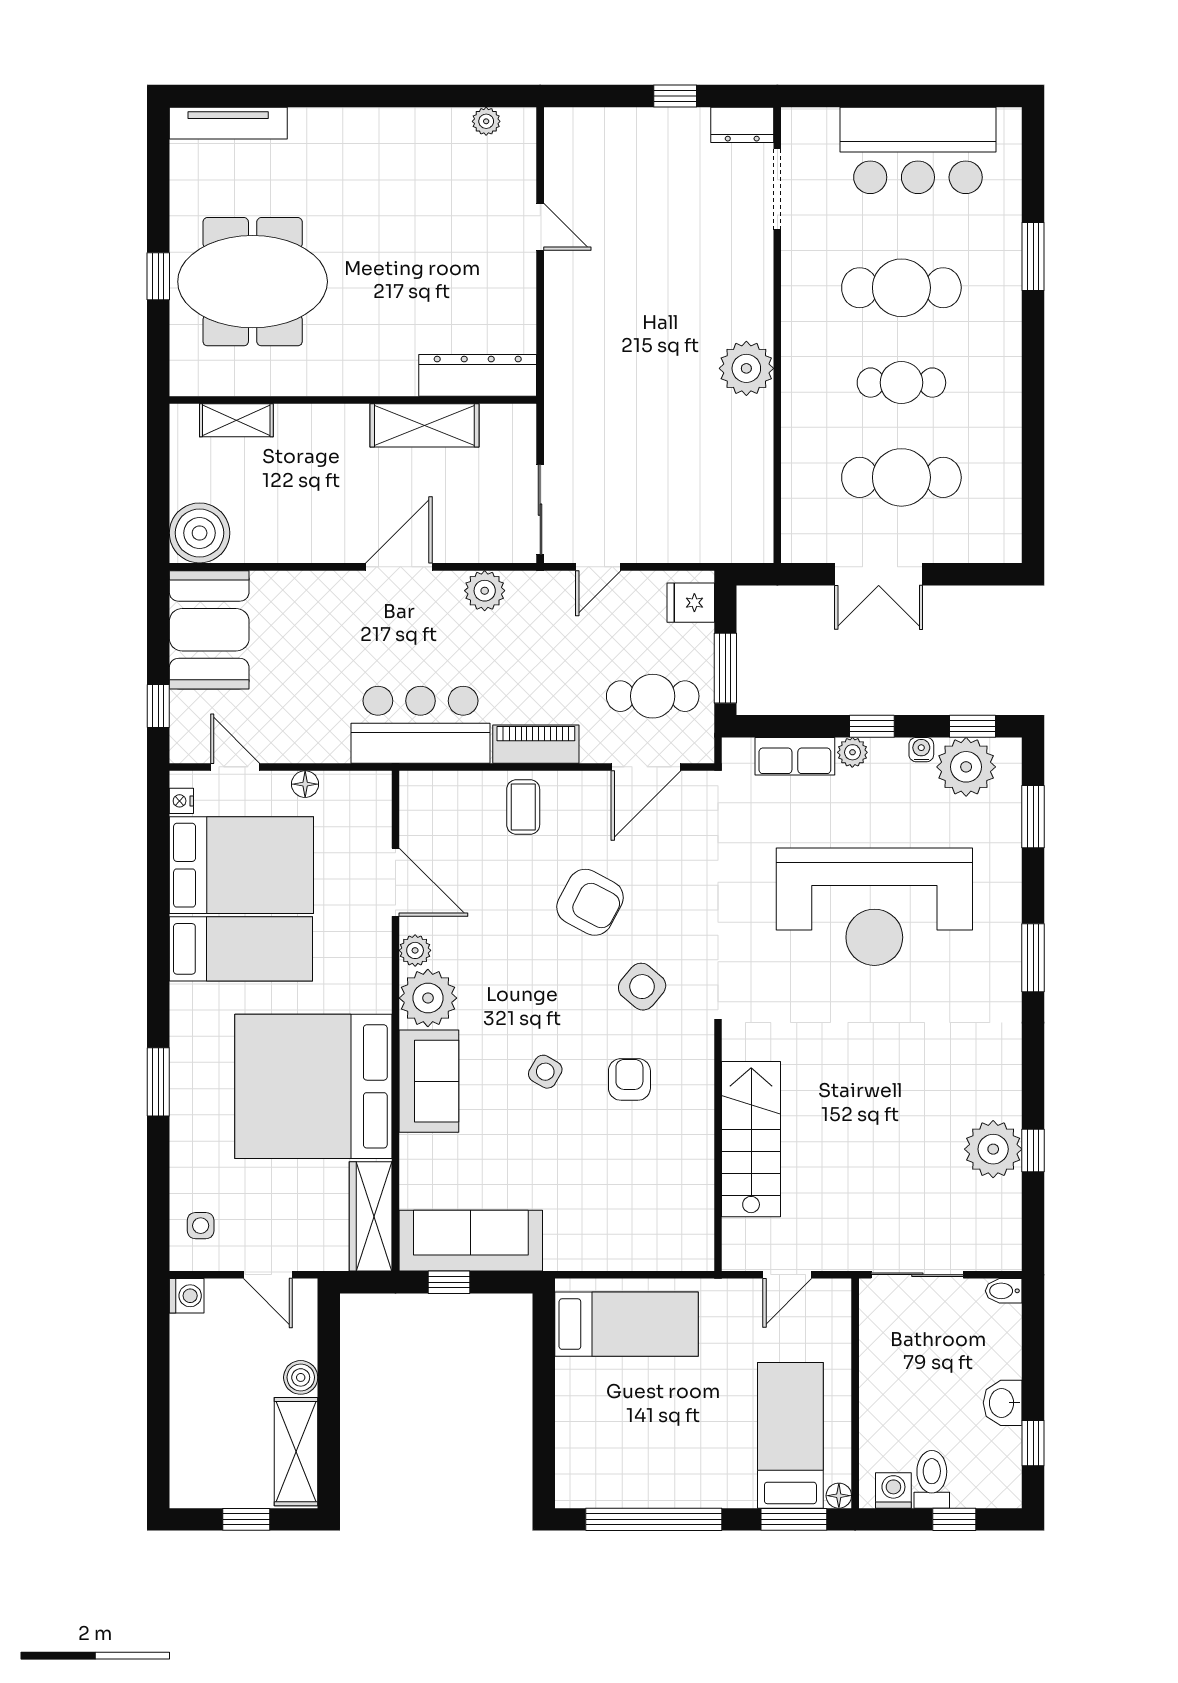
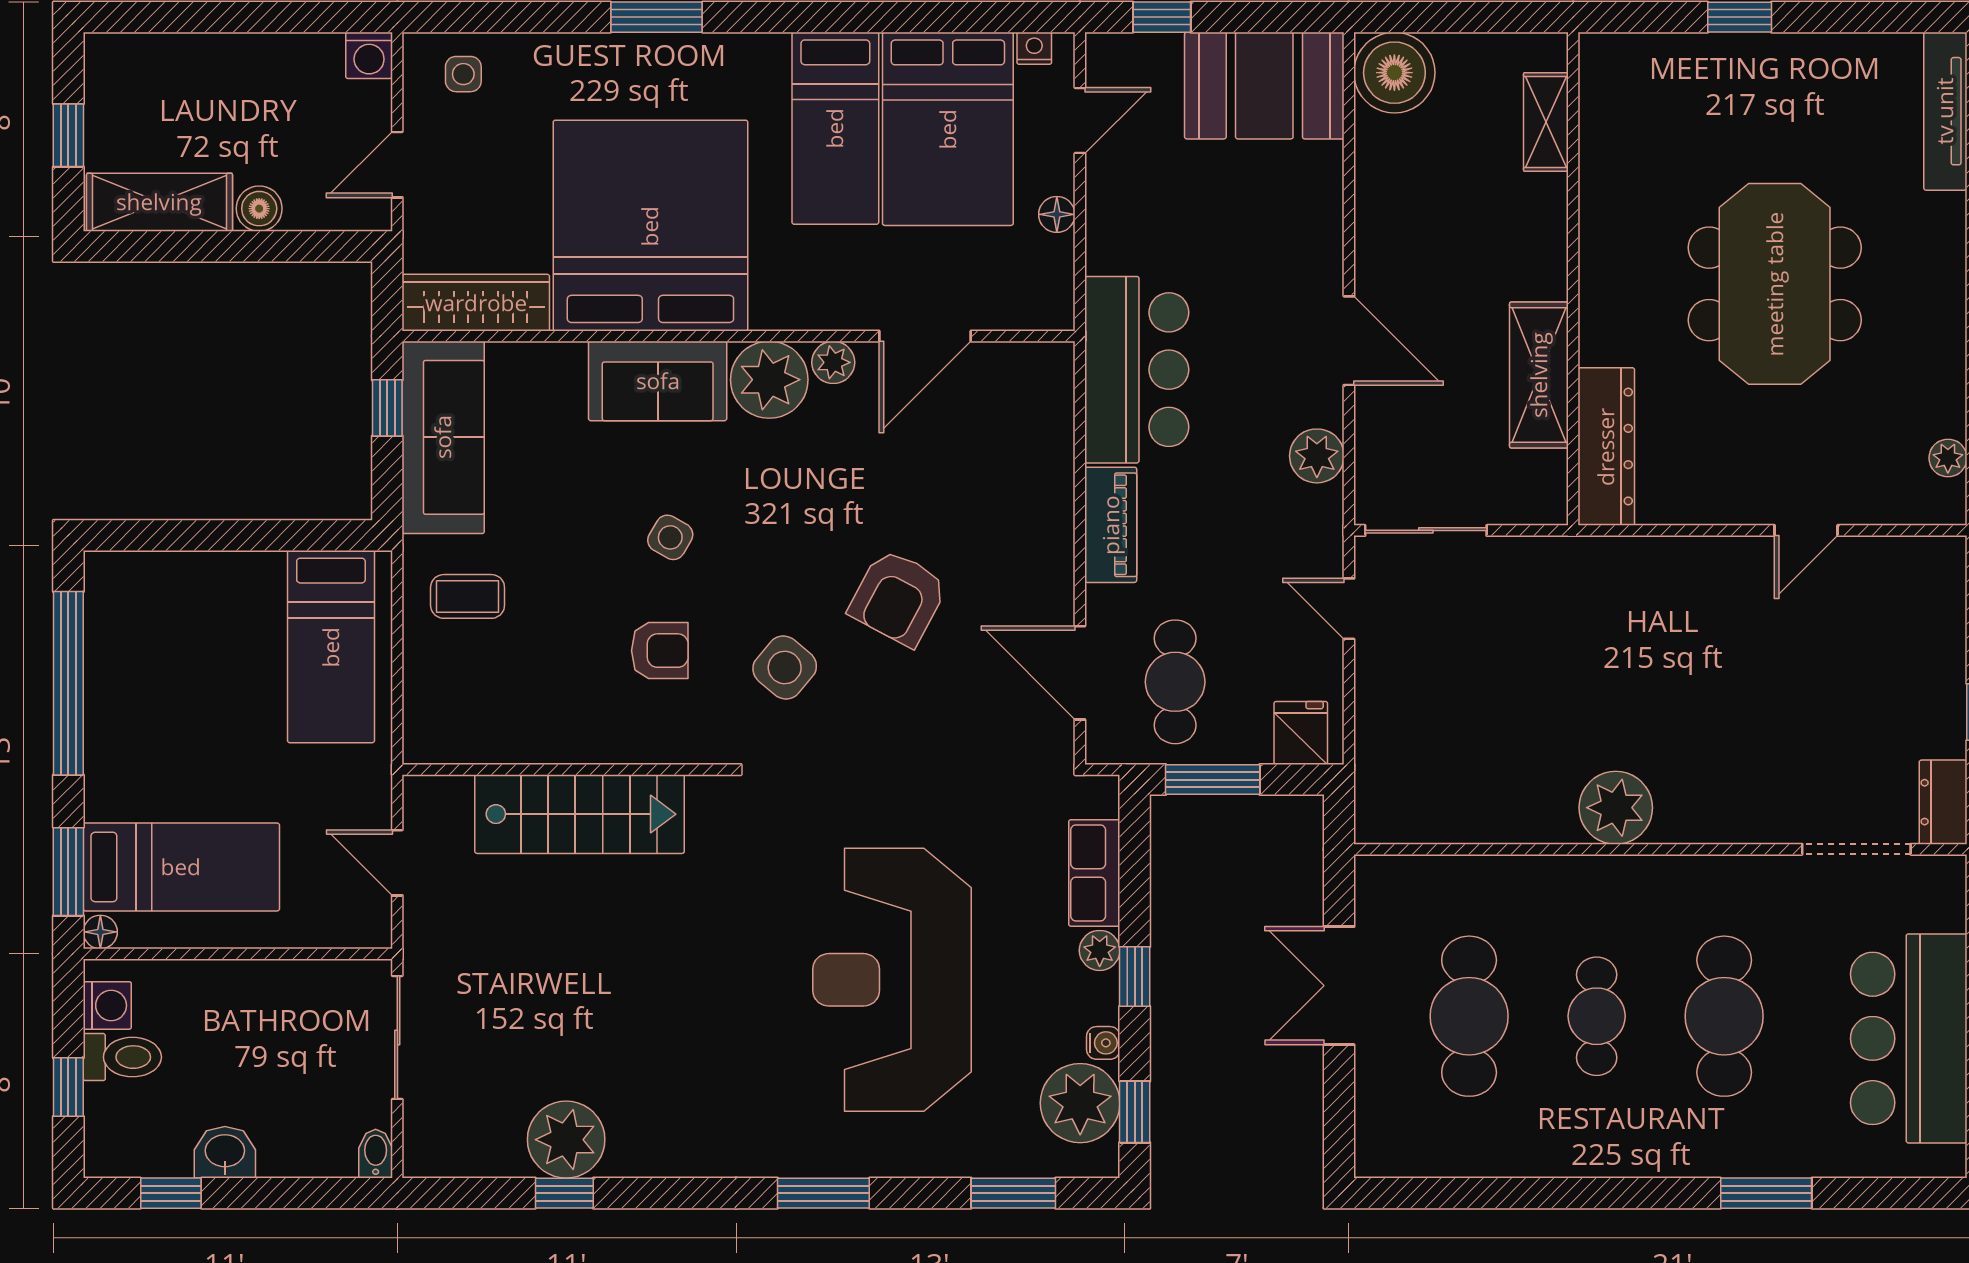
meeting table: (253, 282) -> (1775, 284), moved
coffee table: (523, 807) -> (468, 596), moved

